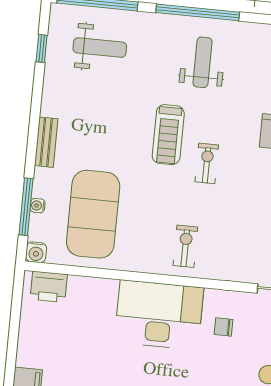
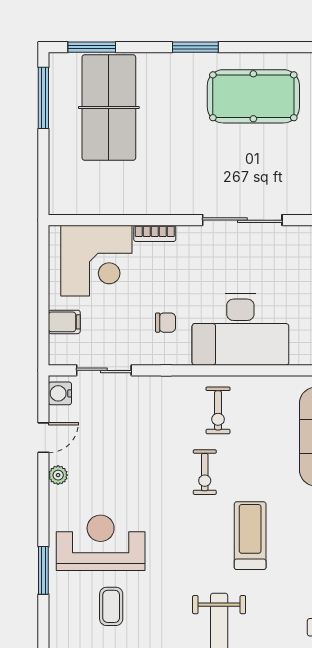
exercise bike: (207, 163) -> (205, 472), moved

